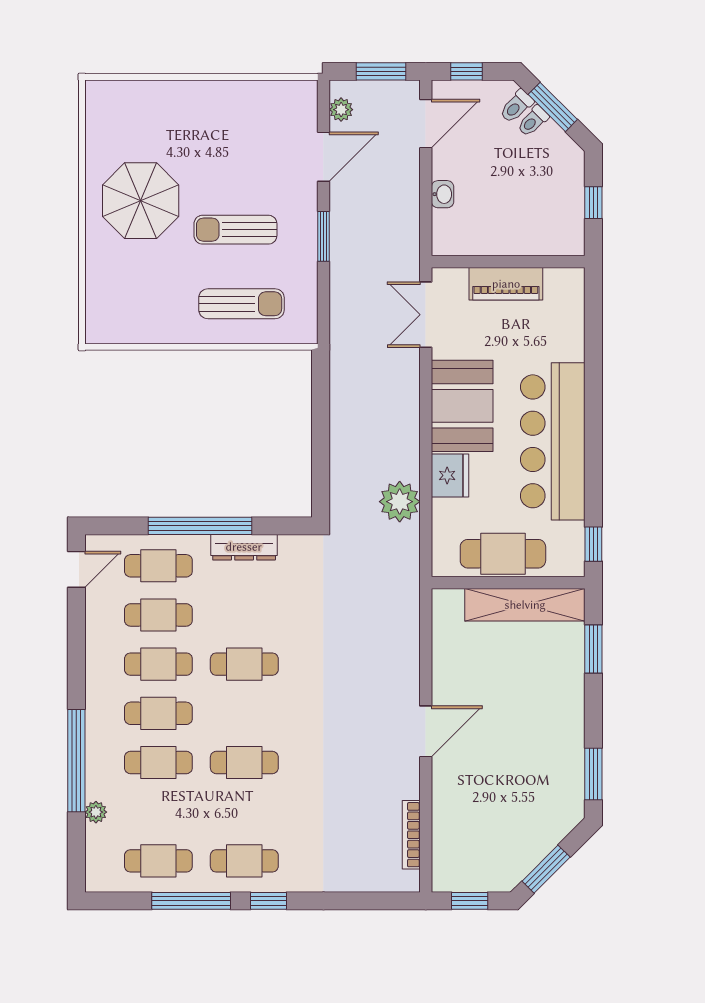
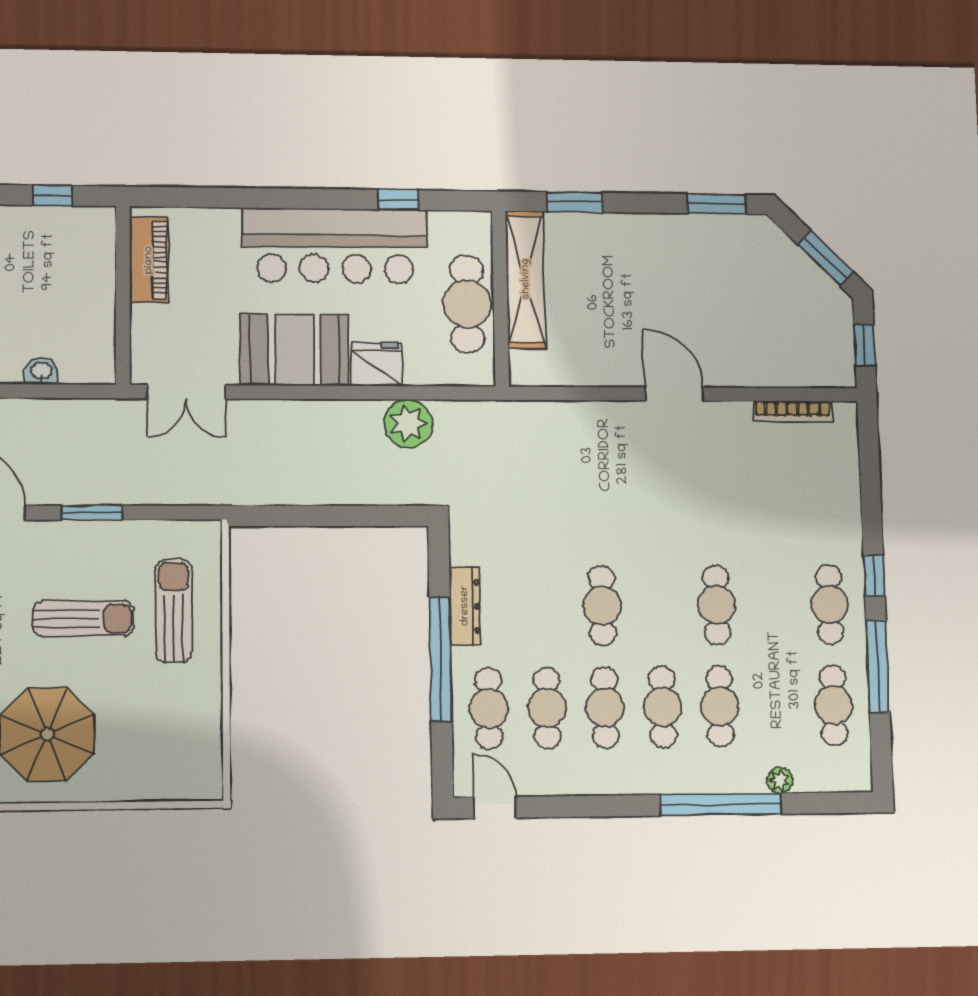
sun lounger: (235, 230) -> (83, 619), turned -90
piano: (506, 284) -> (149, 260), moved
window: (593, 544) -> (398, 200), moved

